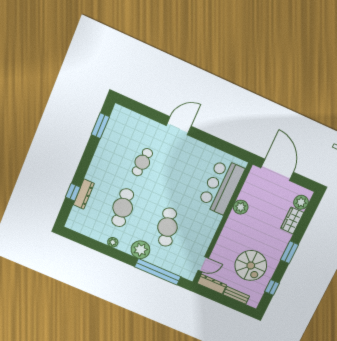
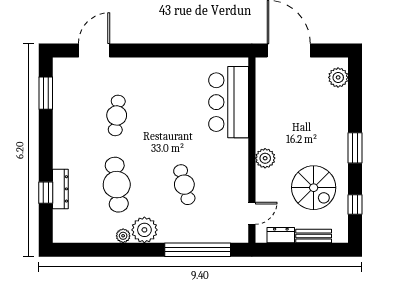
door: (179, 126) -> (94, 50), moved
plant: (241, 207) -> (265, 158), moved
wardrobe: (292, 220) -> (338, 105), removed
cafe table: (167, 227) -> (184, 185), width x0.73, depth x0.74
plant: (140, 250) -> (144, 230), moved
dresser: (212, 284) -> (281, 235), width x0.70

